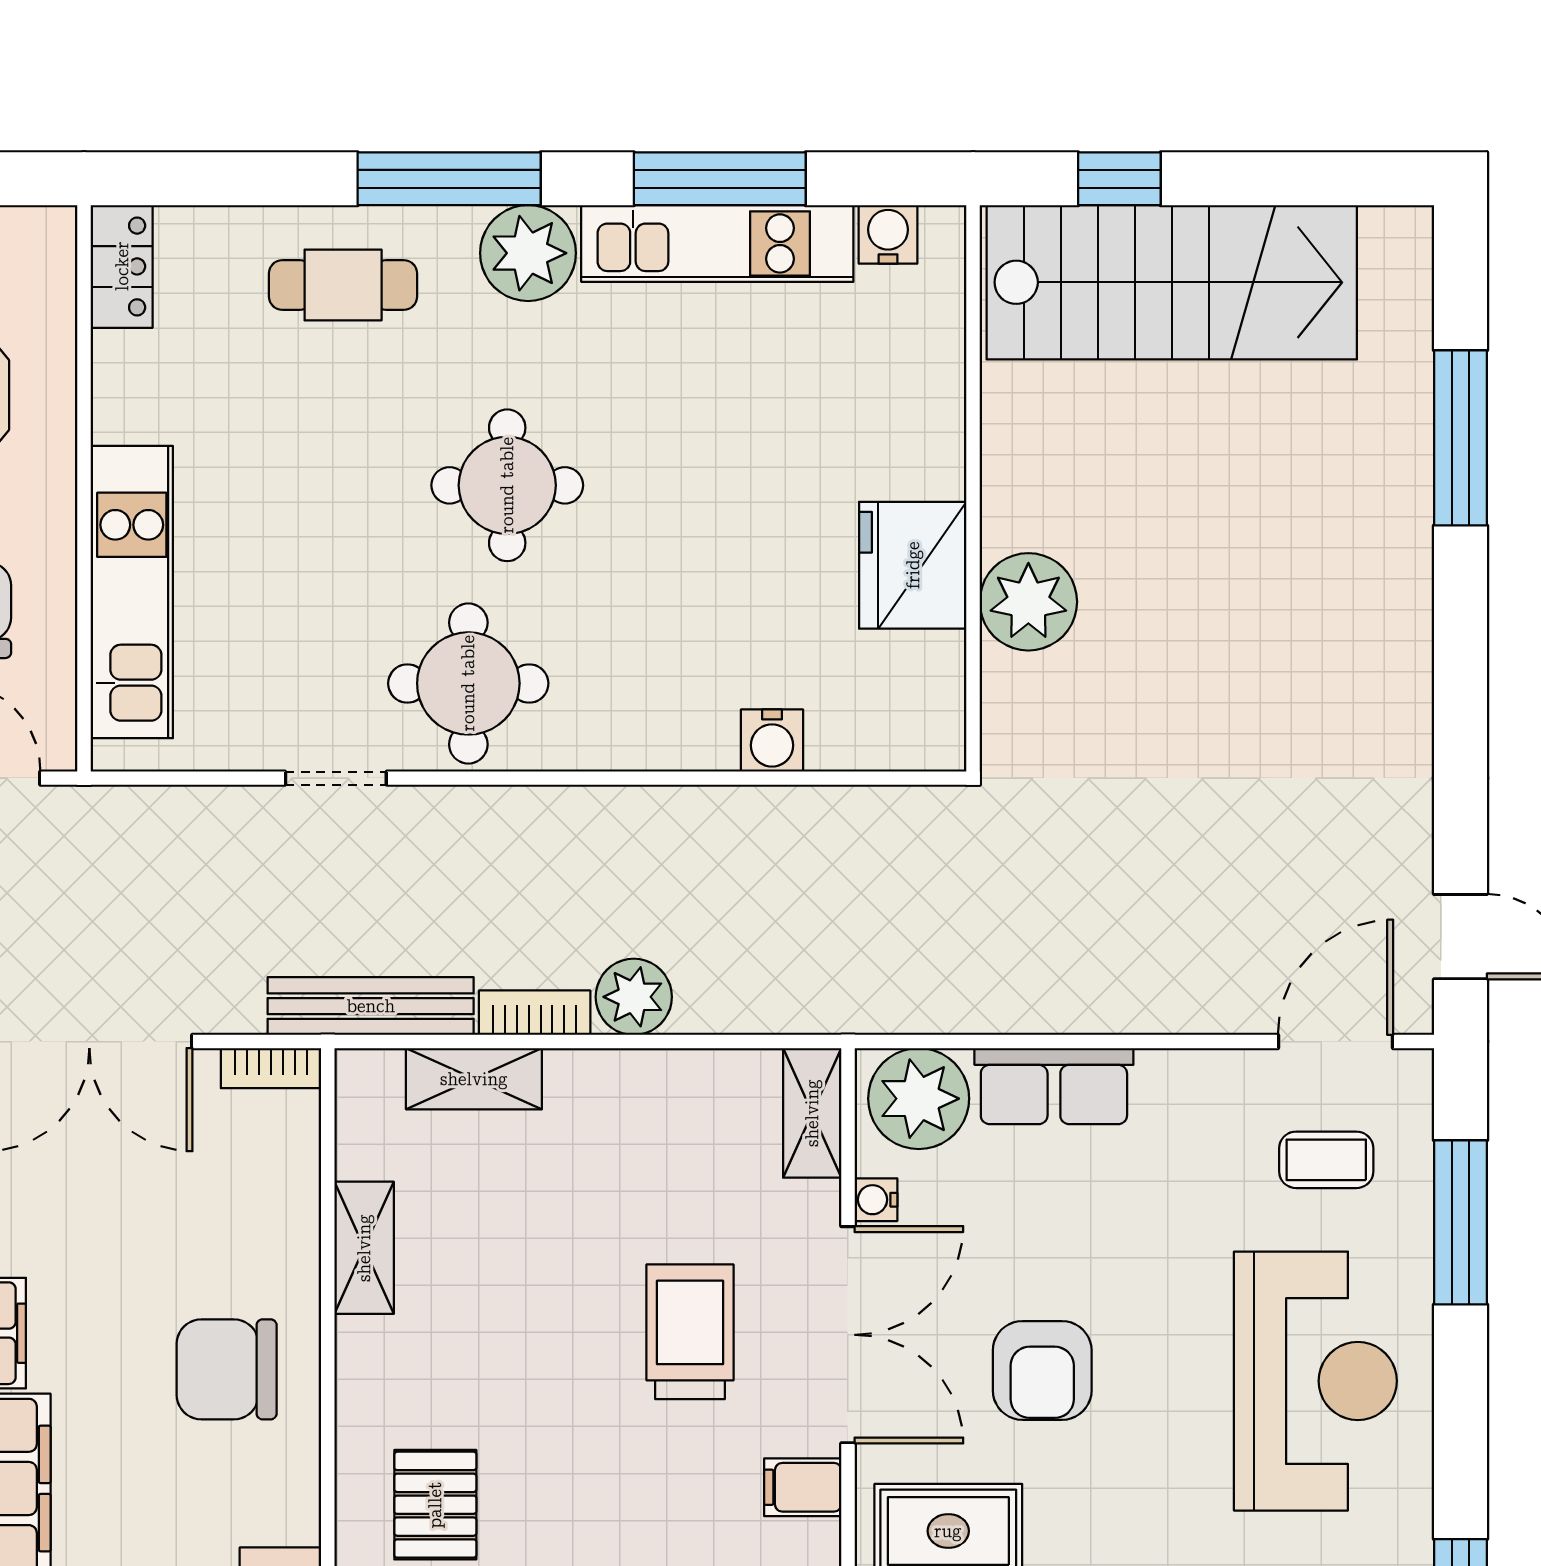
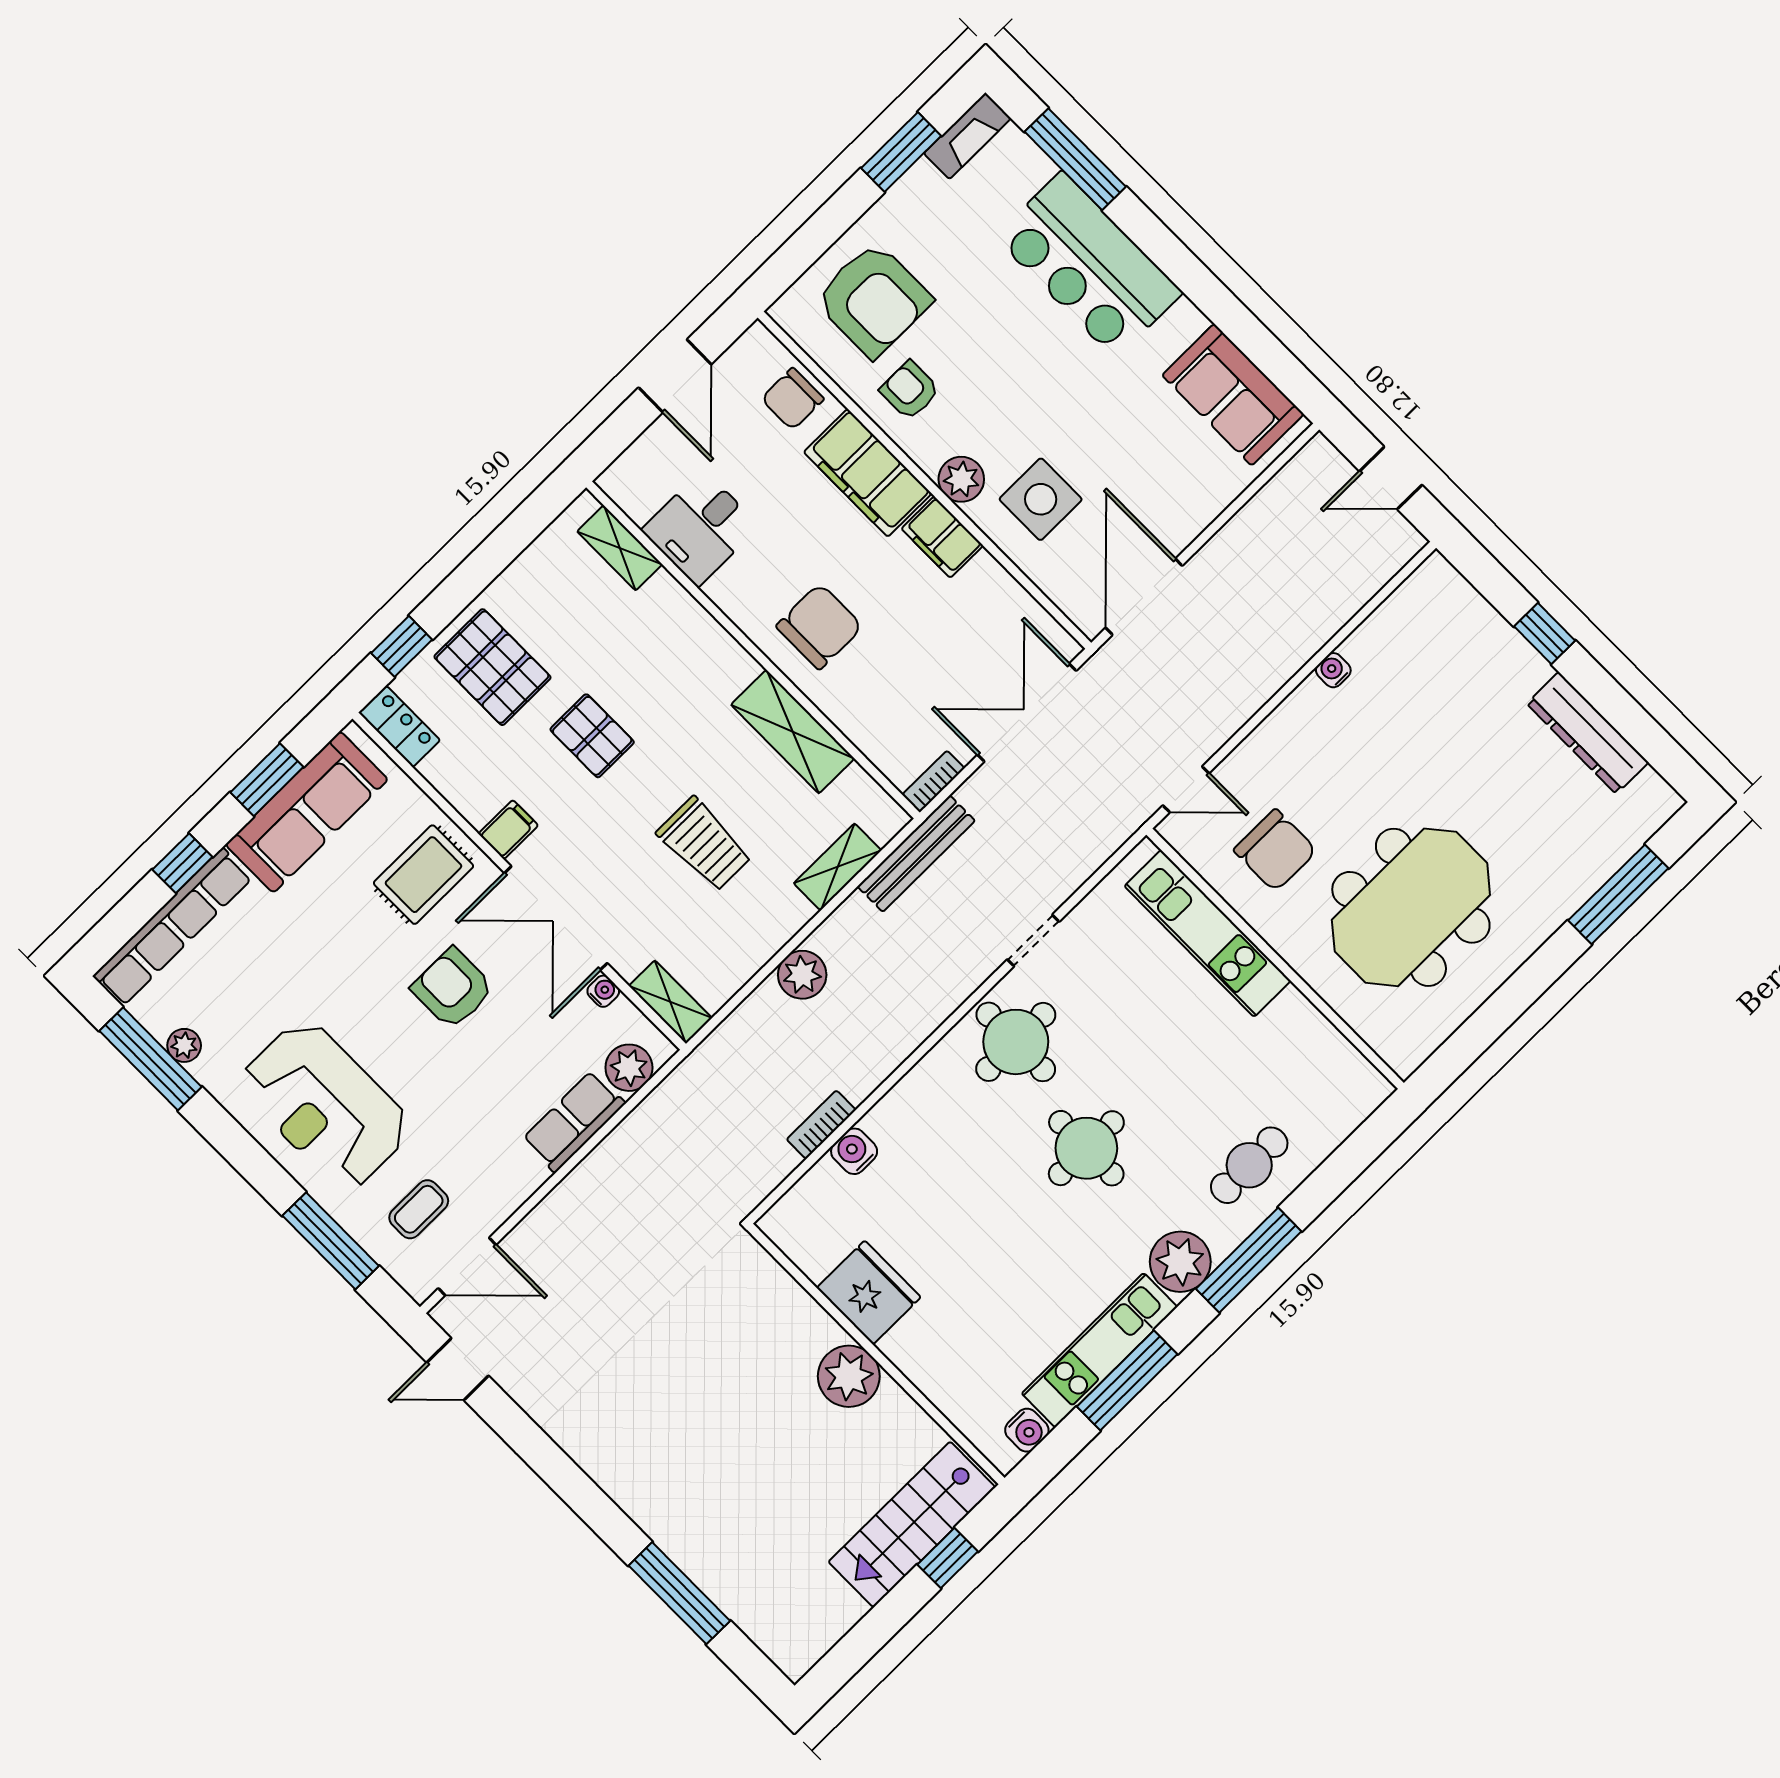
locker: (122, 266) -> (1357, 1075), removed
stairs: (1172, 282) -> (912, 1524), width x0.73, depth x0.66
plant: (1028, 602) -> (849, 1376), moved
bookcase: (535, 1013) -> (821, 1125), moved, turned 180
door: (1336, 1042) -> (467, 1267), hinge flipped
plant: (919, 1099) -> (629, 1068), width x0.73, depth x0.73
shelving: (364, 1248) -> (793, 732), width x1.50, depth x1.33
trolley: (690, 1332) -> (704, 844), moved
pallet: (435, 1505) -> (592, 736), moved

